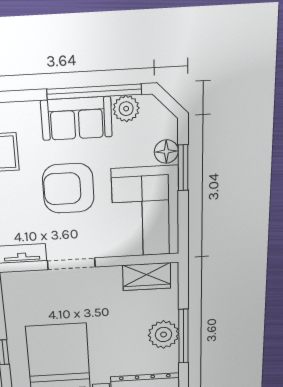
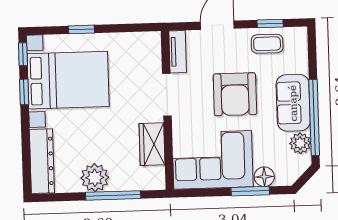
armchair: (68, 188) -> (235, 94), turned 180
wardrobe: (147, 277) -> (152, 144), moved
window: (183, 336) -> (113, 195), moved

